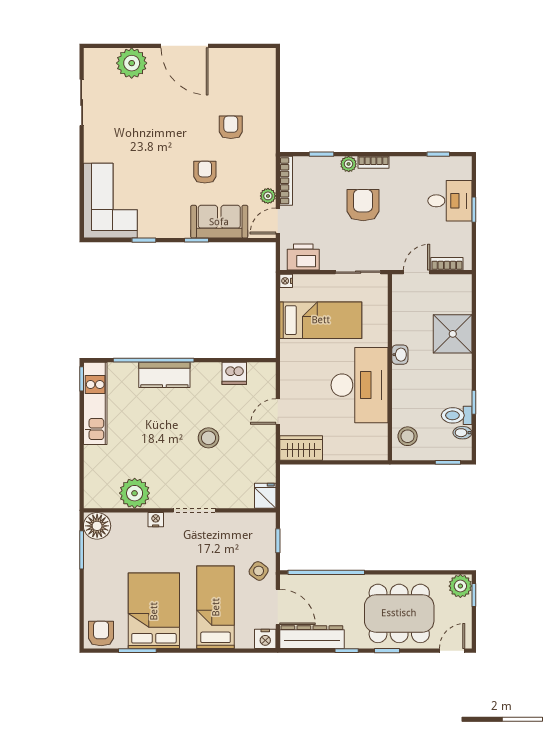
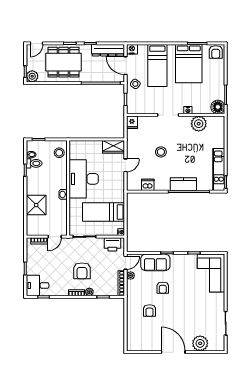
desk: (450, 201) -> (38, 285), moved

